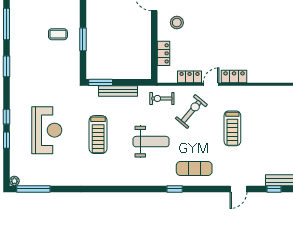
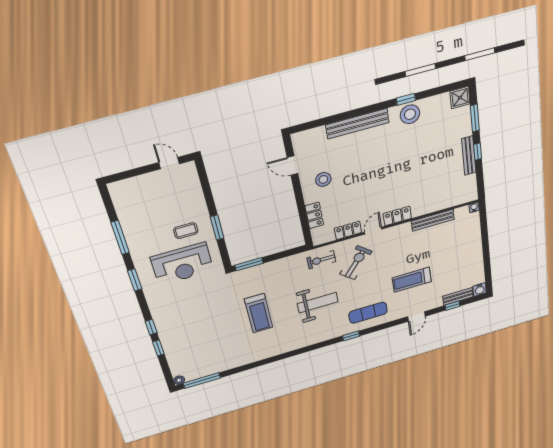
bench: (118, 91) -> (433, 220), moved
treadmill: (232, 128) -> (412, 280), moved, turned 90
reception desk: (47, 130) -> (182, 264), moved, turned 90

